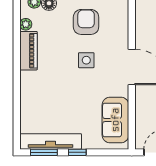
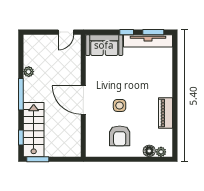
plant: (26, 24) -> (168, 134), removed
sofa: (115, 120) -> (104, 45), moved, turned 90

